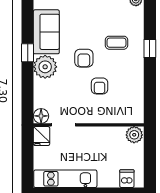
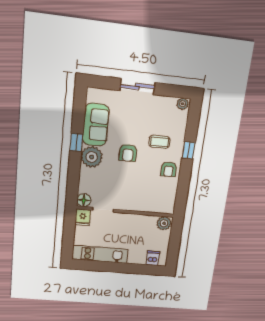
armchair: (100, 86) -> (169, 169), moved

